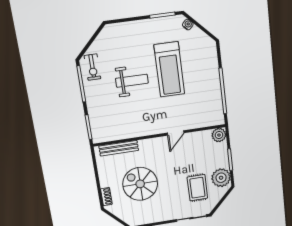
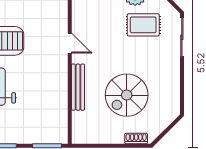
bench: (119, 148) -> (78, 87), moved

